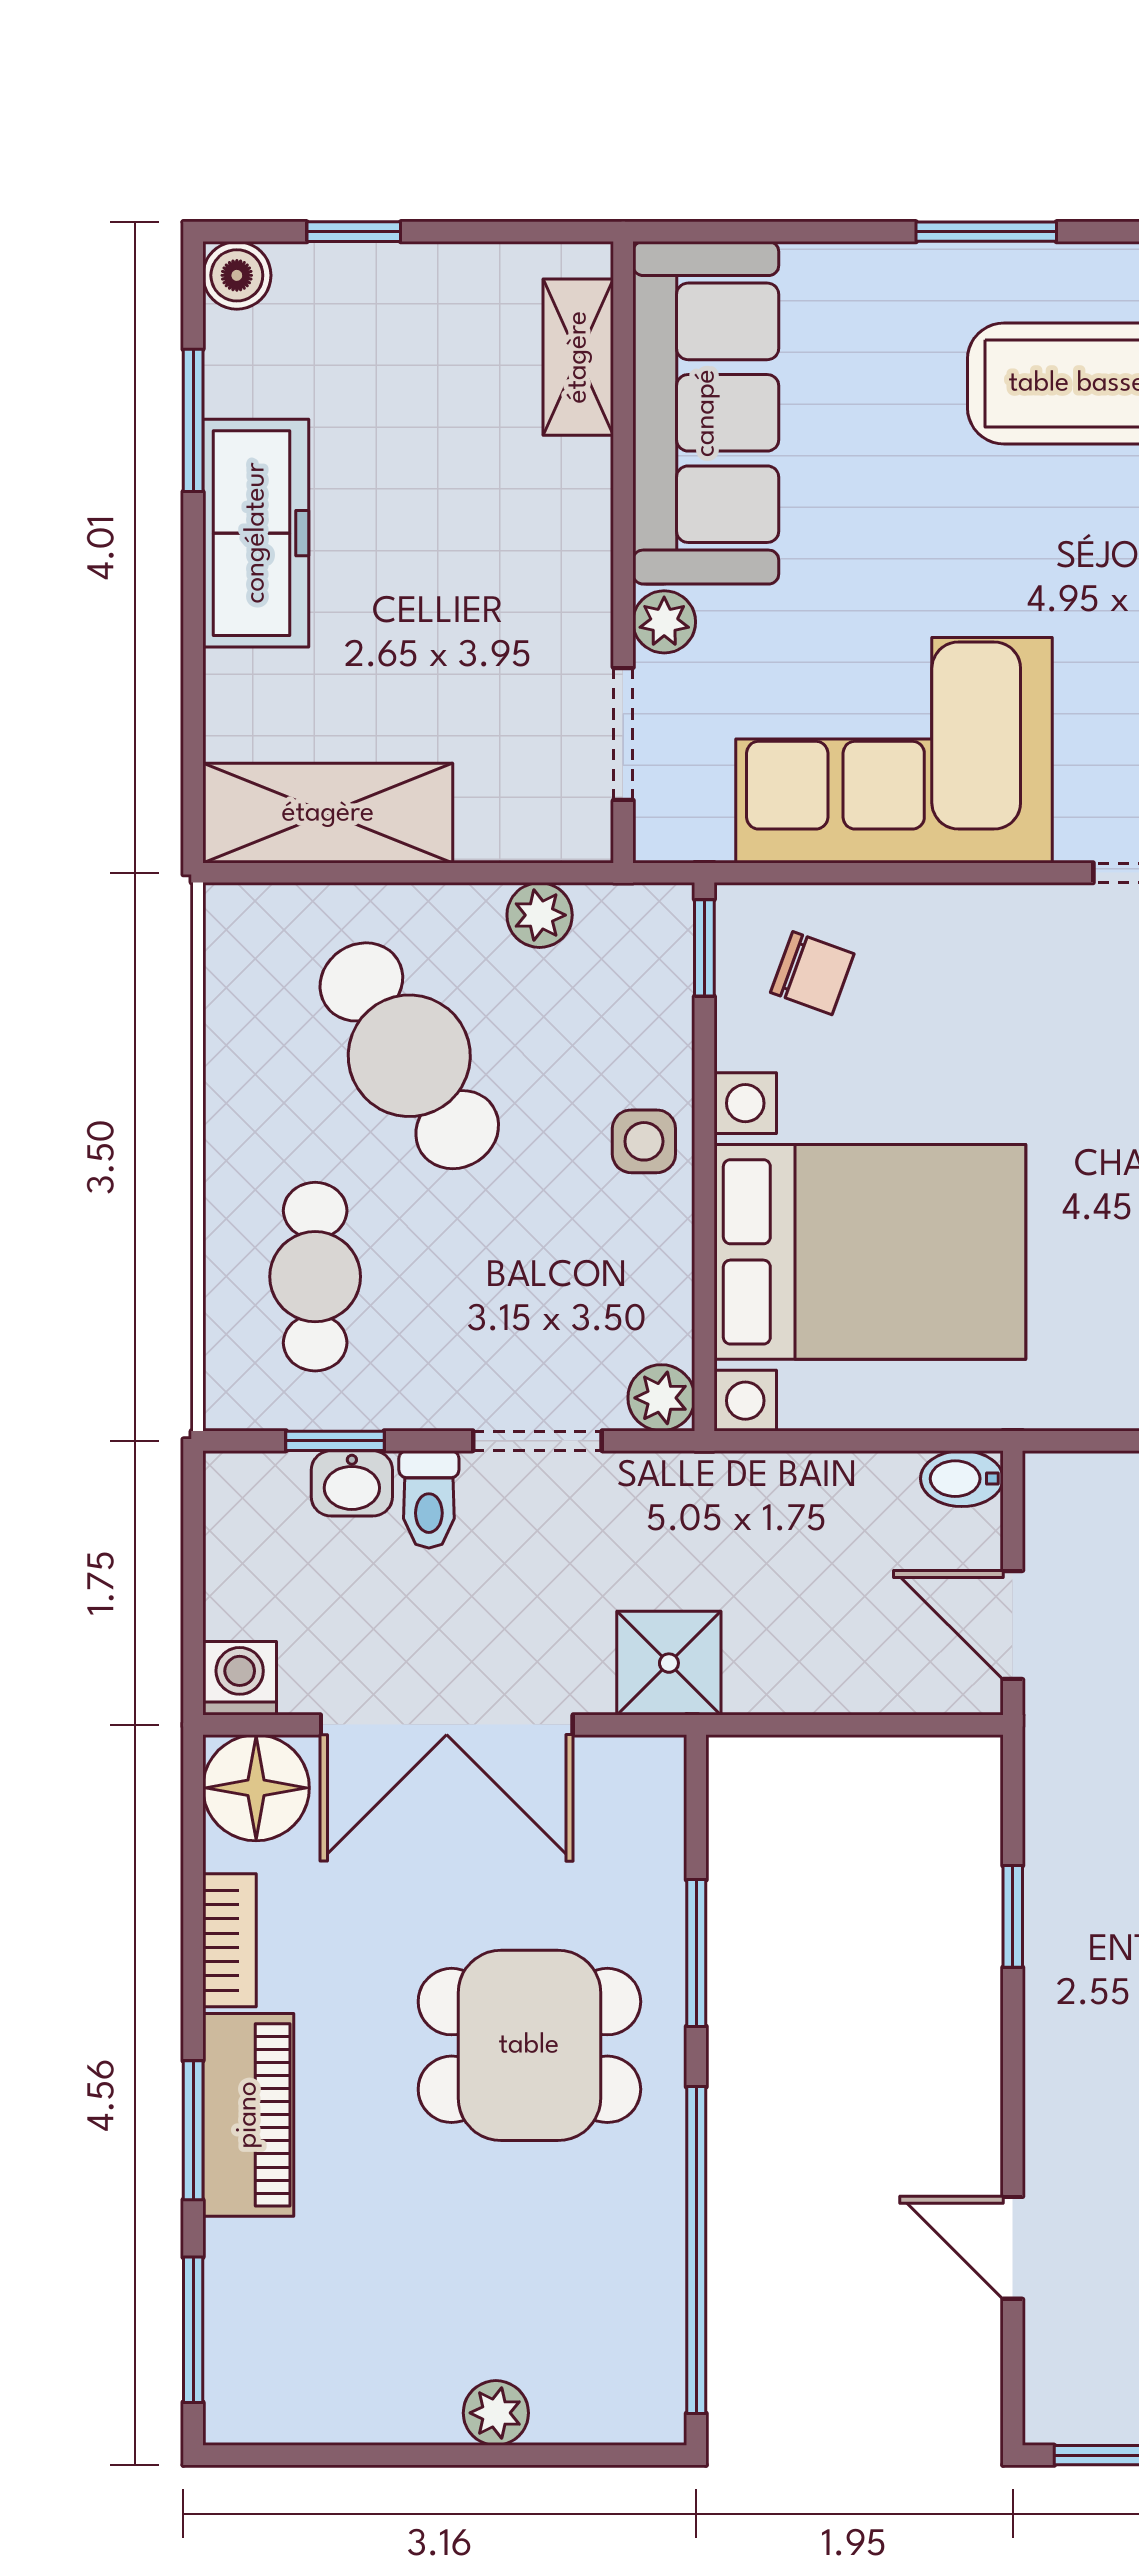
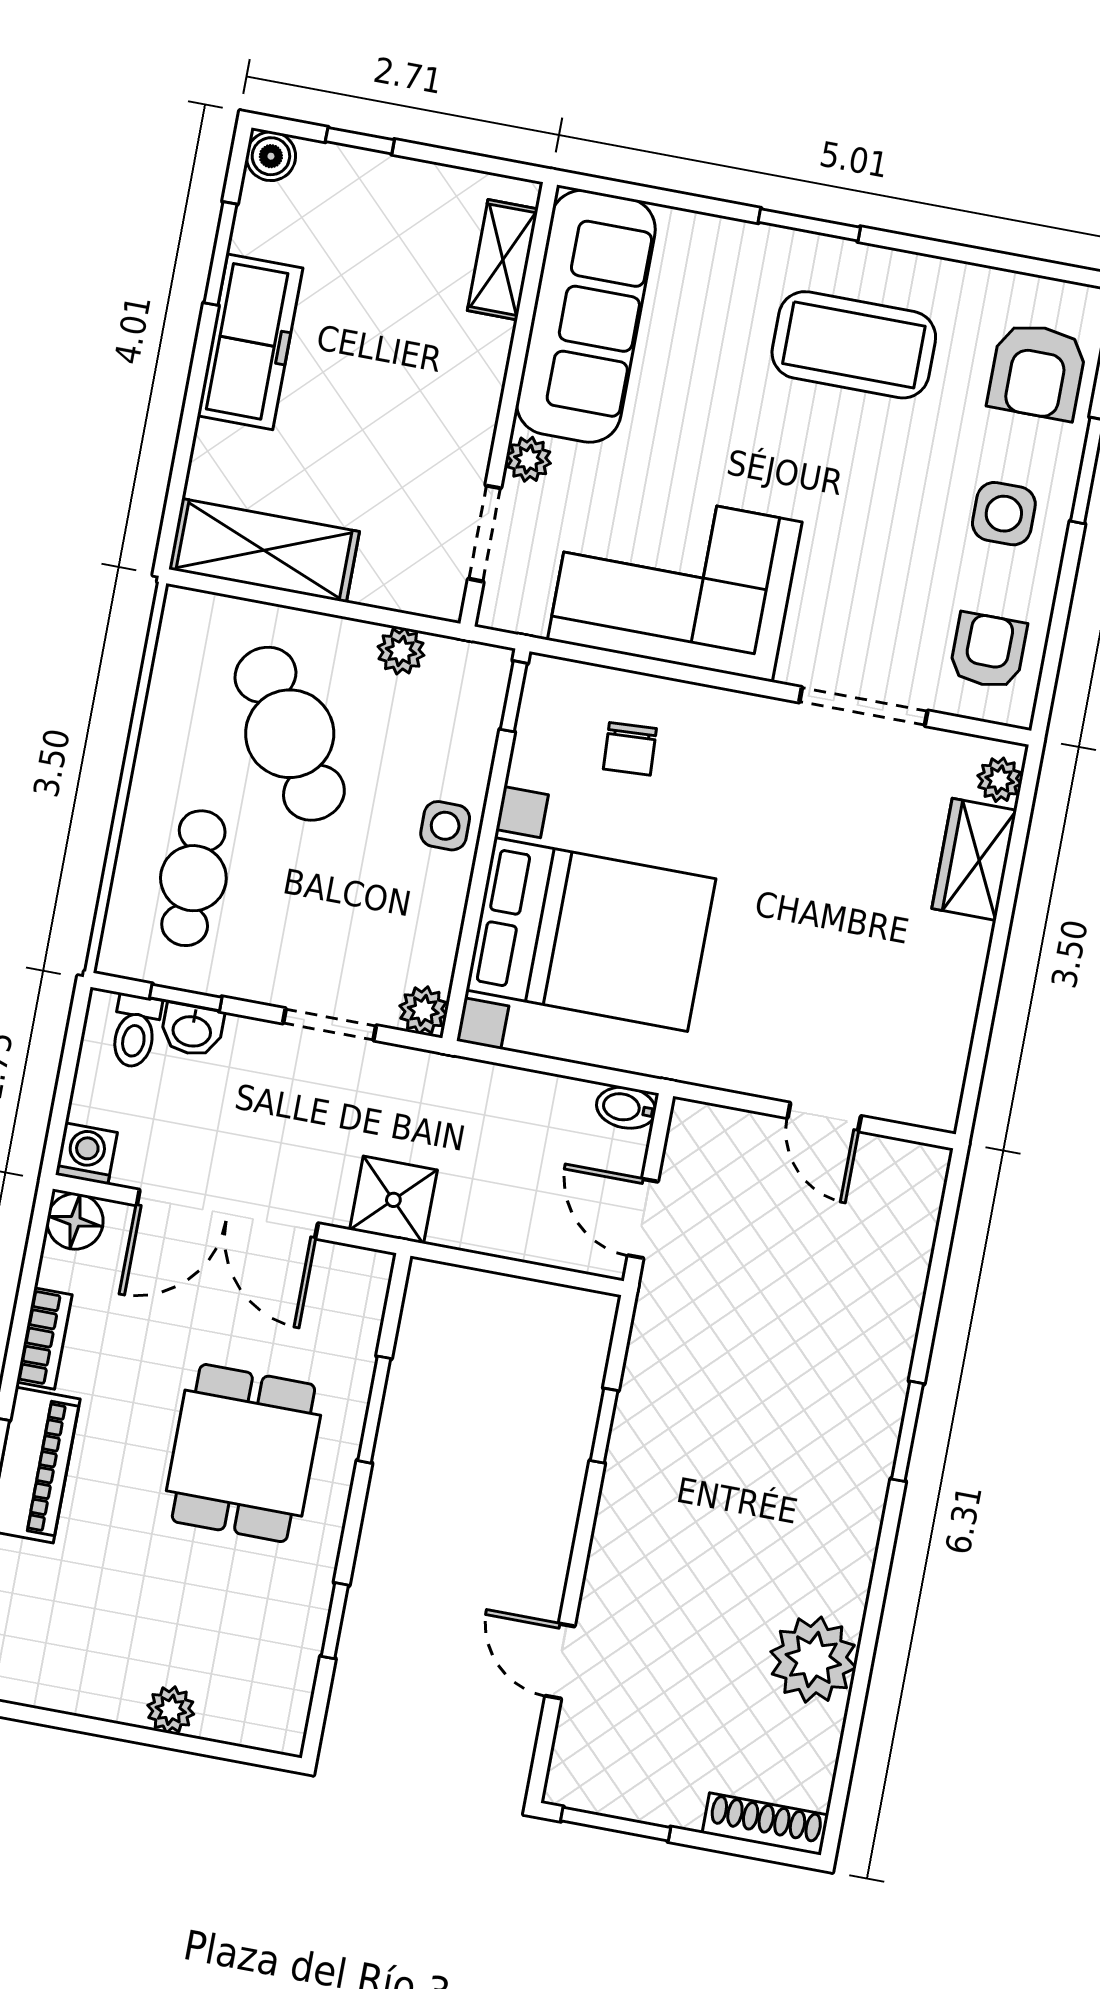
chair: (812, 973) -> (630, 749), moved, turned 67
toilet: (429, 1499) -> (135, 1031), moved
floor lamp: (256, 1788) -> (75, 1221), width x0.73, depth x0.73
dining table: (529, 2045) -> (243, 1453), turned 90
window: (696, 2250) -> (335, 1621), width x0.32

